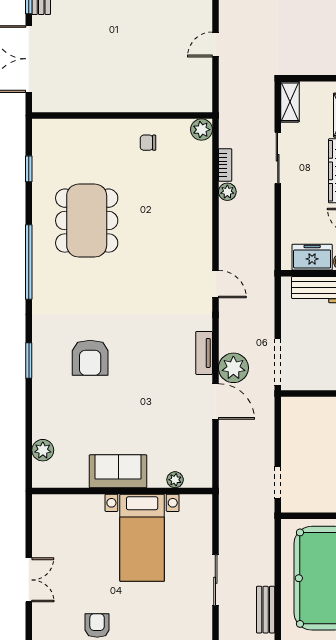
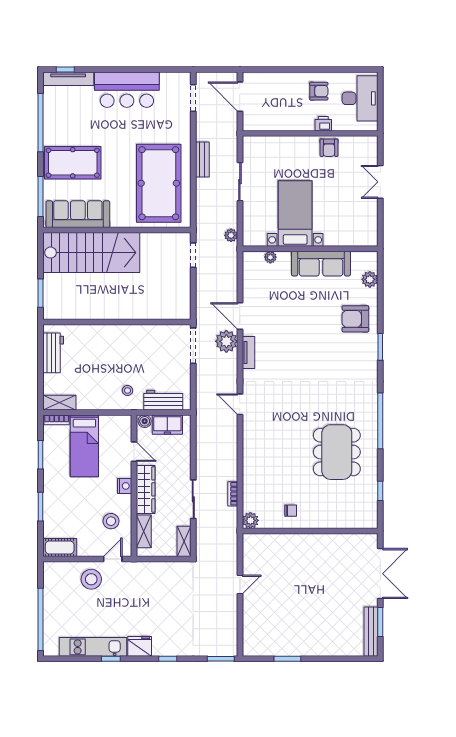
plant: (227, 192) -> (231, 235), moved
armchair: (90, 358) -> (355, 319), moved, turned -90
sofa: (118, 471) -> (321, 264), width x1.36

